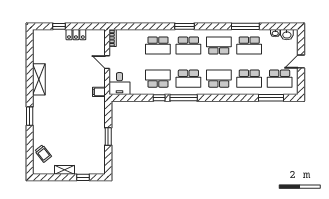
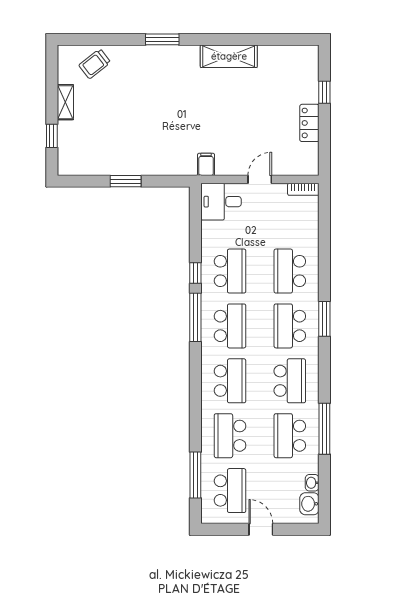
school desk: (188, 79) -> (230, 326), turned 180
school desk: (280, 79) -> (230, 491), turned 180

